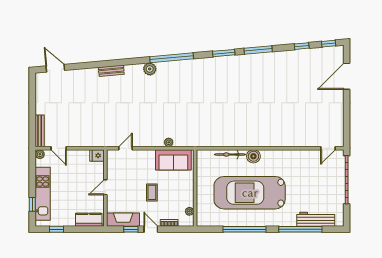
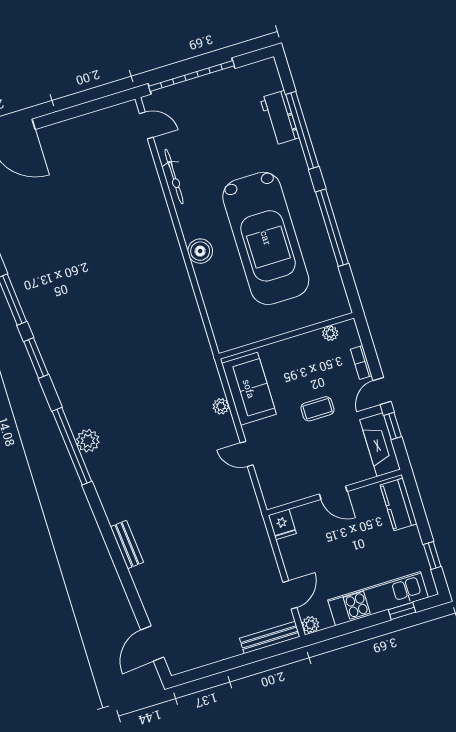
plant: (150, 69) -> (88, 441), moved
door: (126, 148) -> (247, 454), moved
bicycle: (230, 155) -> (174, 177), moved
workbench: (316, 219) -> (279, 118), width x0.73

